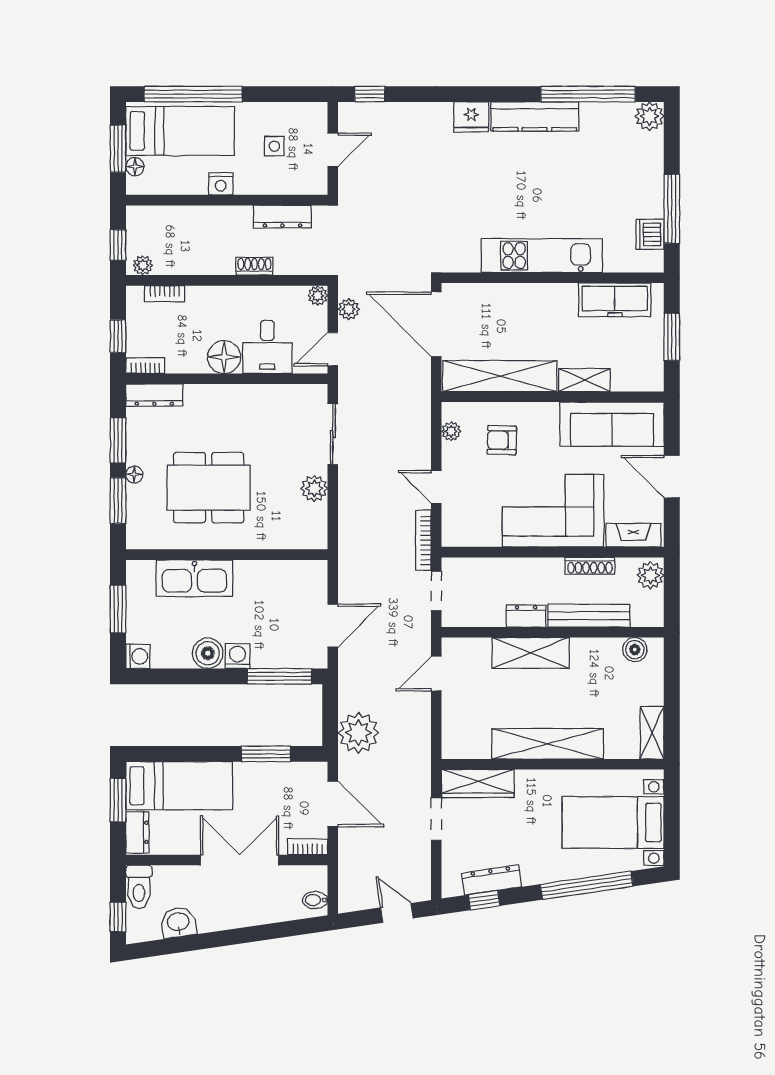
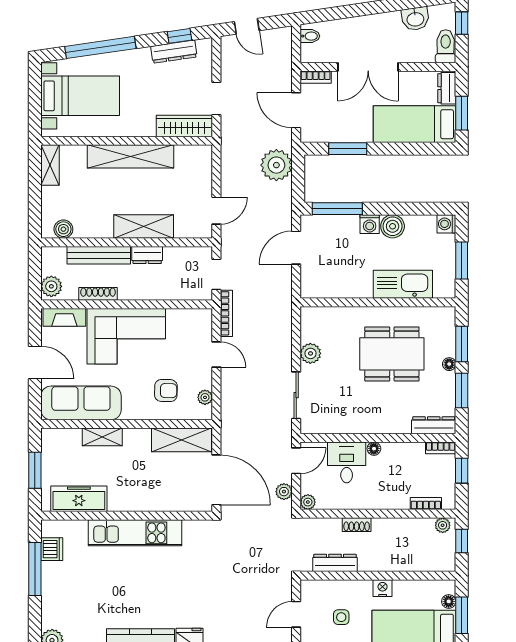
floor lamp: (224, 357) -> (374, 449), width x0.53, depth x0.53
shelving: (500, 376) -> (181, 440), width x0.68

